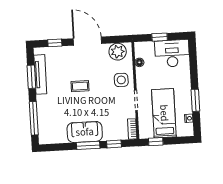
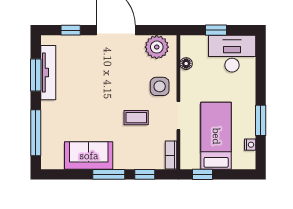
coffee table: (80, 86) -> (136, 118), moved
sofa: (85, 132) -> (89, 156), moved

